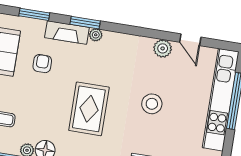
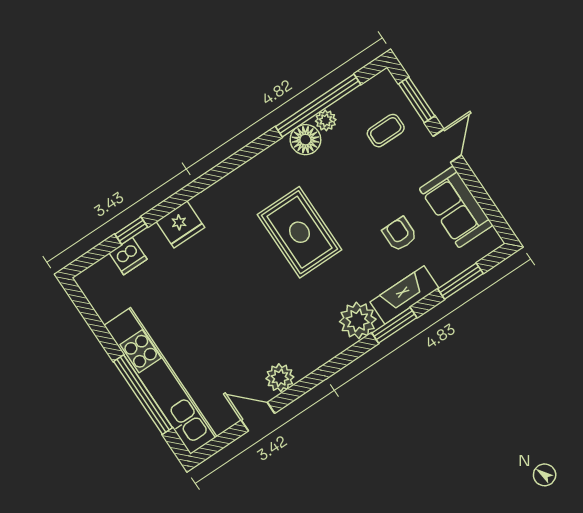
plant: (96, 35) -> (358, 320), width x1.87, depth x1.87
armchair: (42, 64) -> (400, 234), turned 180
stool: (152, 104) -> (234, 304), removed

